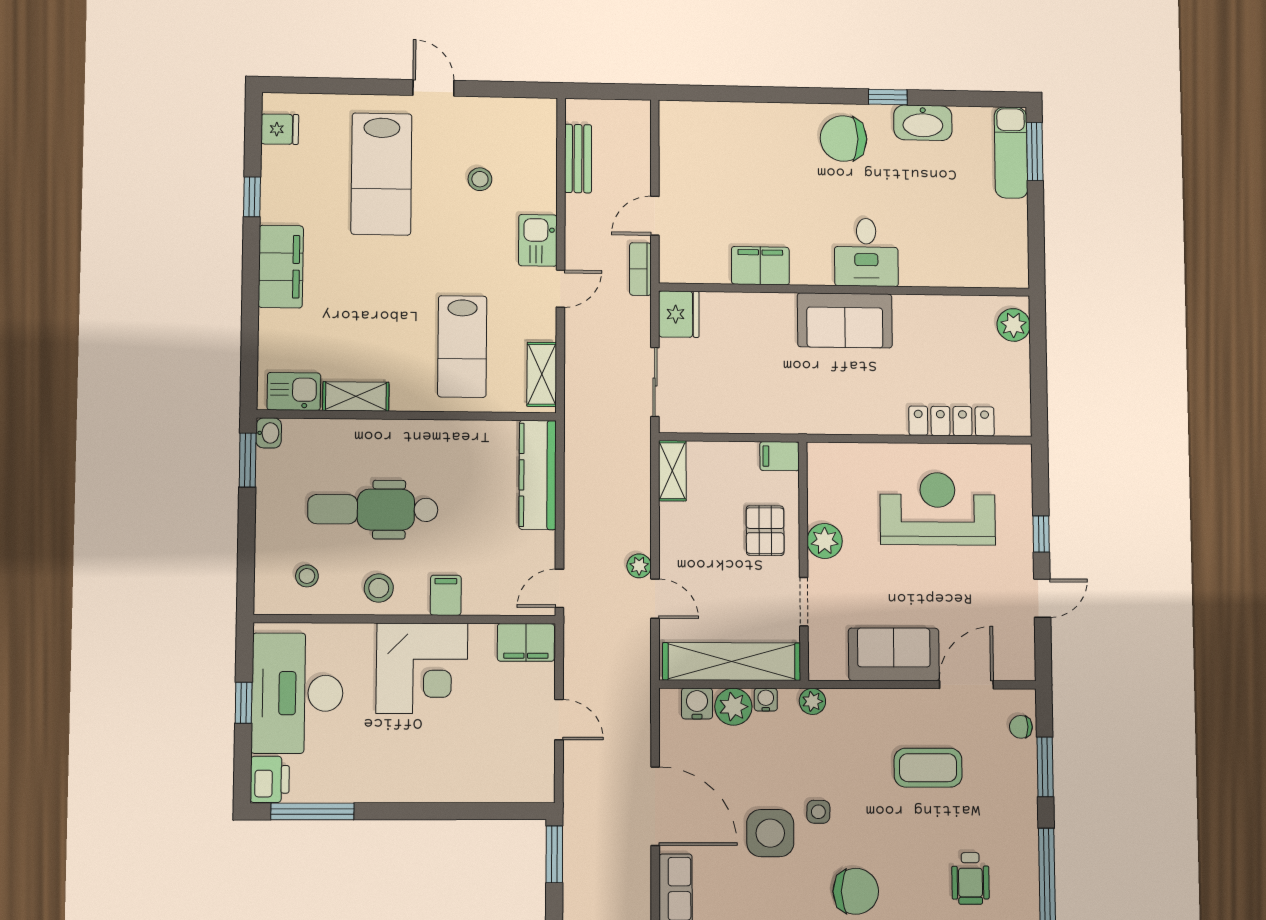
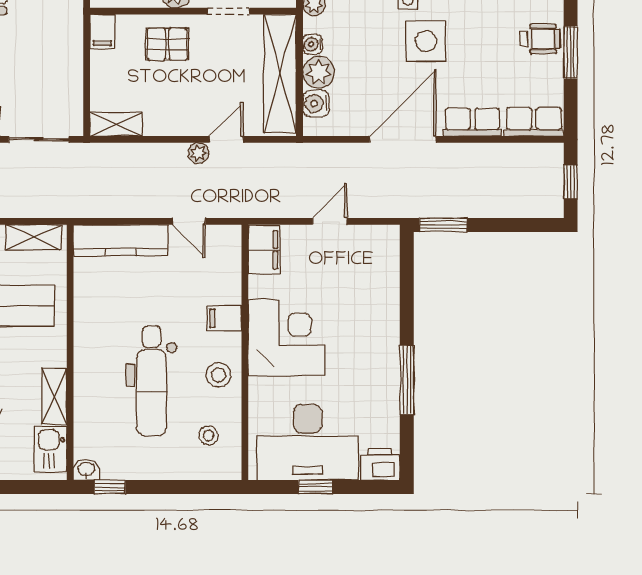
window: (248, 460) -> (110, 487), width x0.67
door: (559, 588) -> (189, 221), moved
window: (312, 811) -> (407, 380), moved

